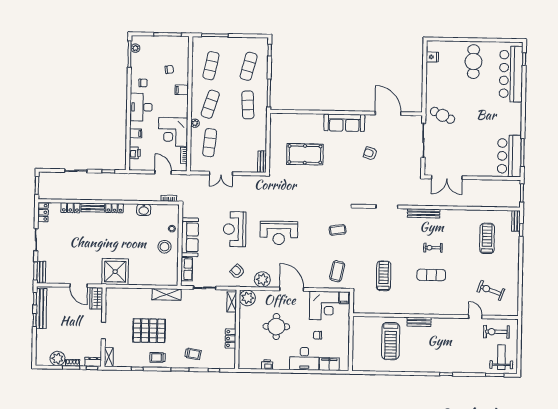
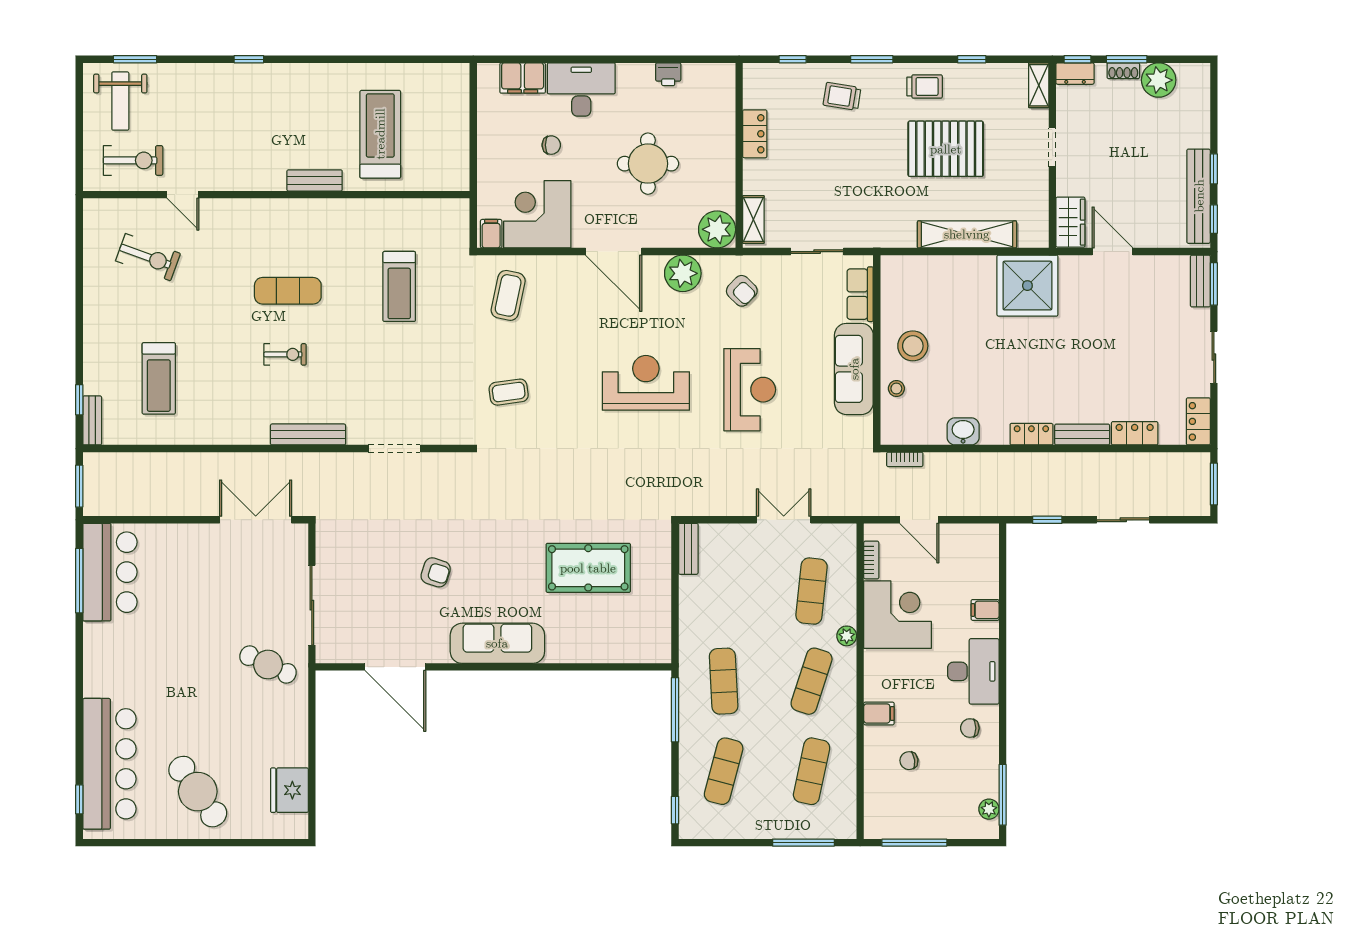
fridge: (432, 57) -> (289, 790), width x1.88, depth x1.34
cafe table: (473, 62) -> (198, 792), turned -35
printer: (135, 153) -> (986, 564), removed
shelving: (166, 294) -> (967, 234), moved, width x1.47

